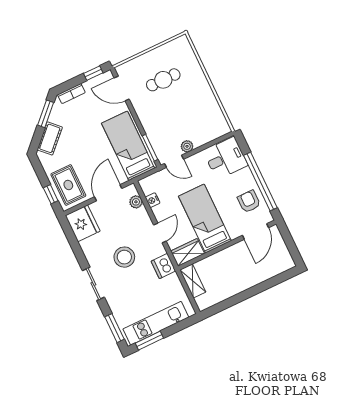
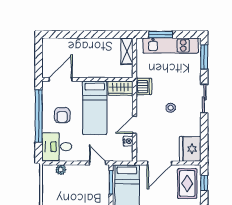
plant: (187, 146) -> (61, 170), moved
plant: (136, 202) -> (142, 146), removed
armchair: (249, 202) -> (62, 115), moved
door: (160, 233) -> (134, 125), moved
stool: (124, 257) -> (171, 108), width x0.53, depth x0.53
shelving: (193, 281) -> (127, 51), moved
window: (149, 341) -> (161, 35), moved

